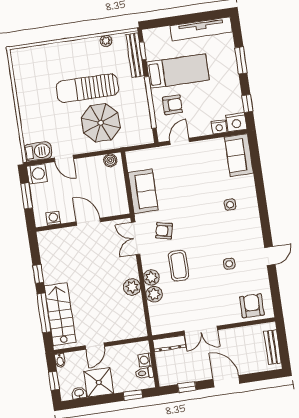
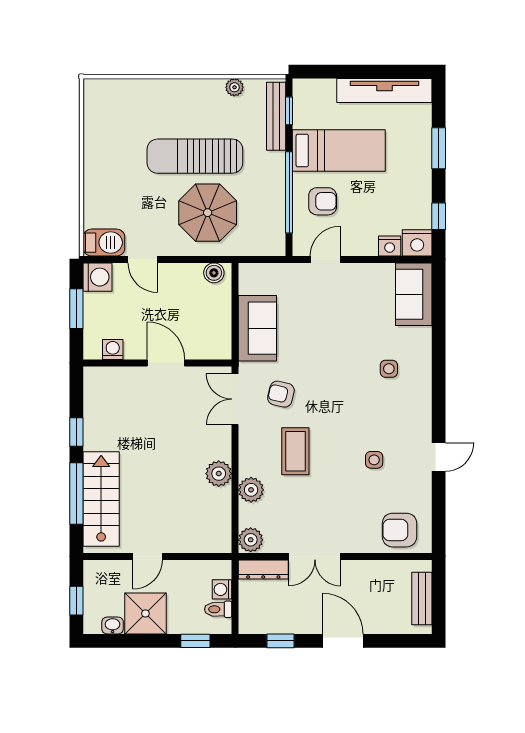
plant: (151, 277) -> (251, 540), moved
armchair: (252, 306) -> (399, 530), turned -90
bidet: (60, 360) -> (91, 571), removed

